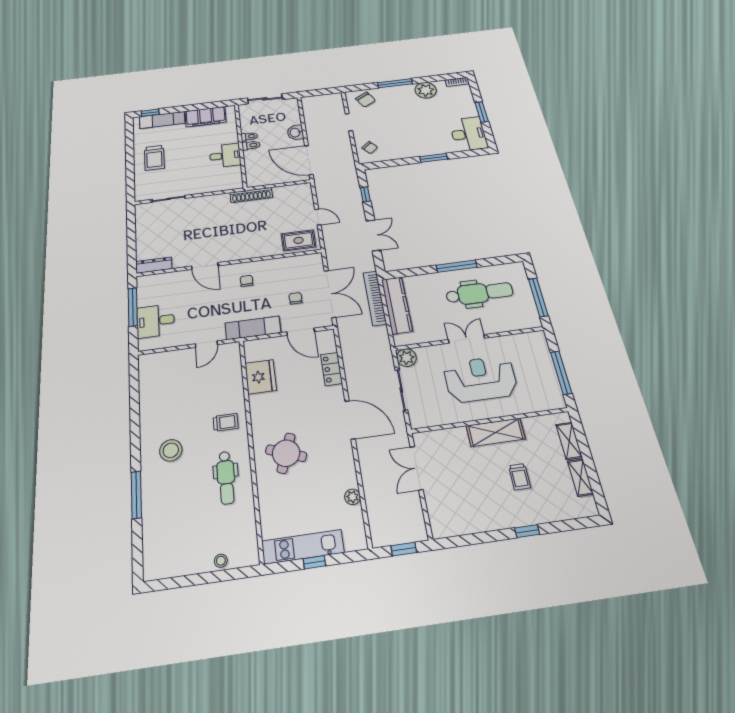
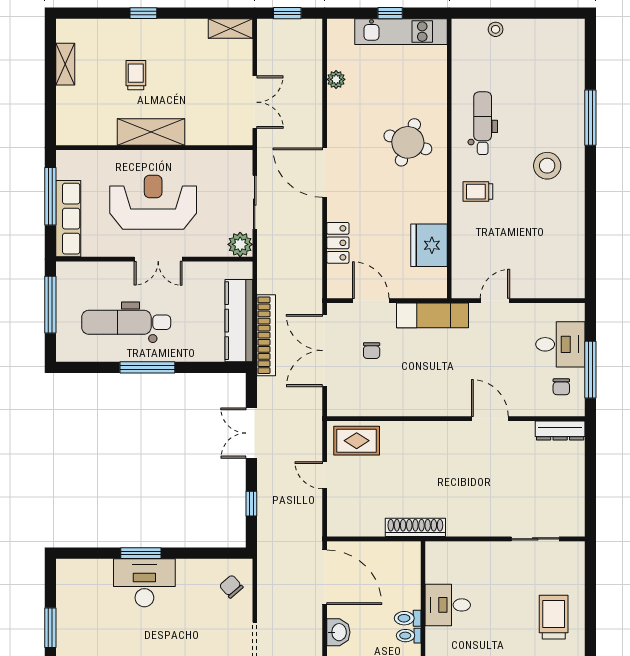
desk: (468, 134) -> (144, 583), moved, turned 90
chair: (247, 281) -> (561, 387), moved
row of seats: (543, 358) -> (68, 219), added
reception desk: (480, 379) -> (153, 202), turned 180
shelving: (569, 441) -> (230, 29), moved, turned 90

